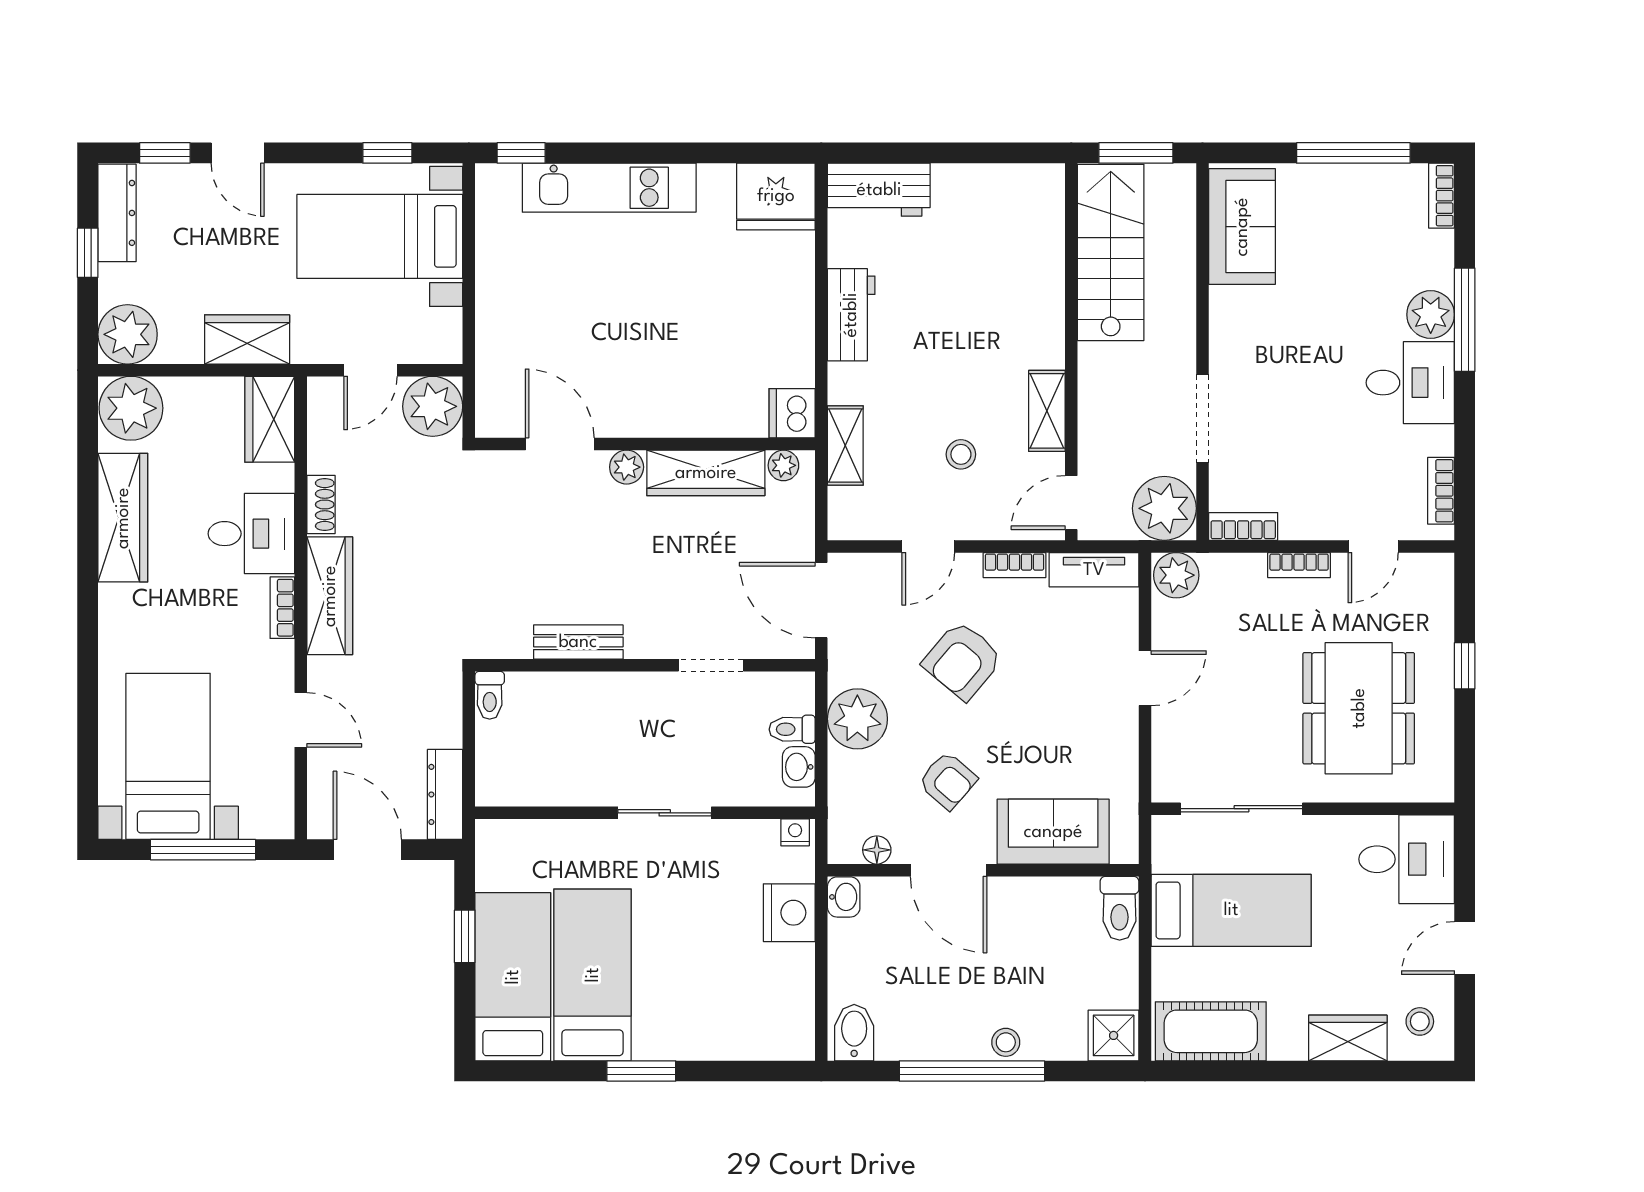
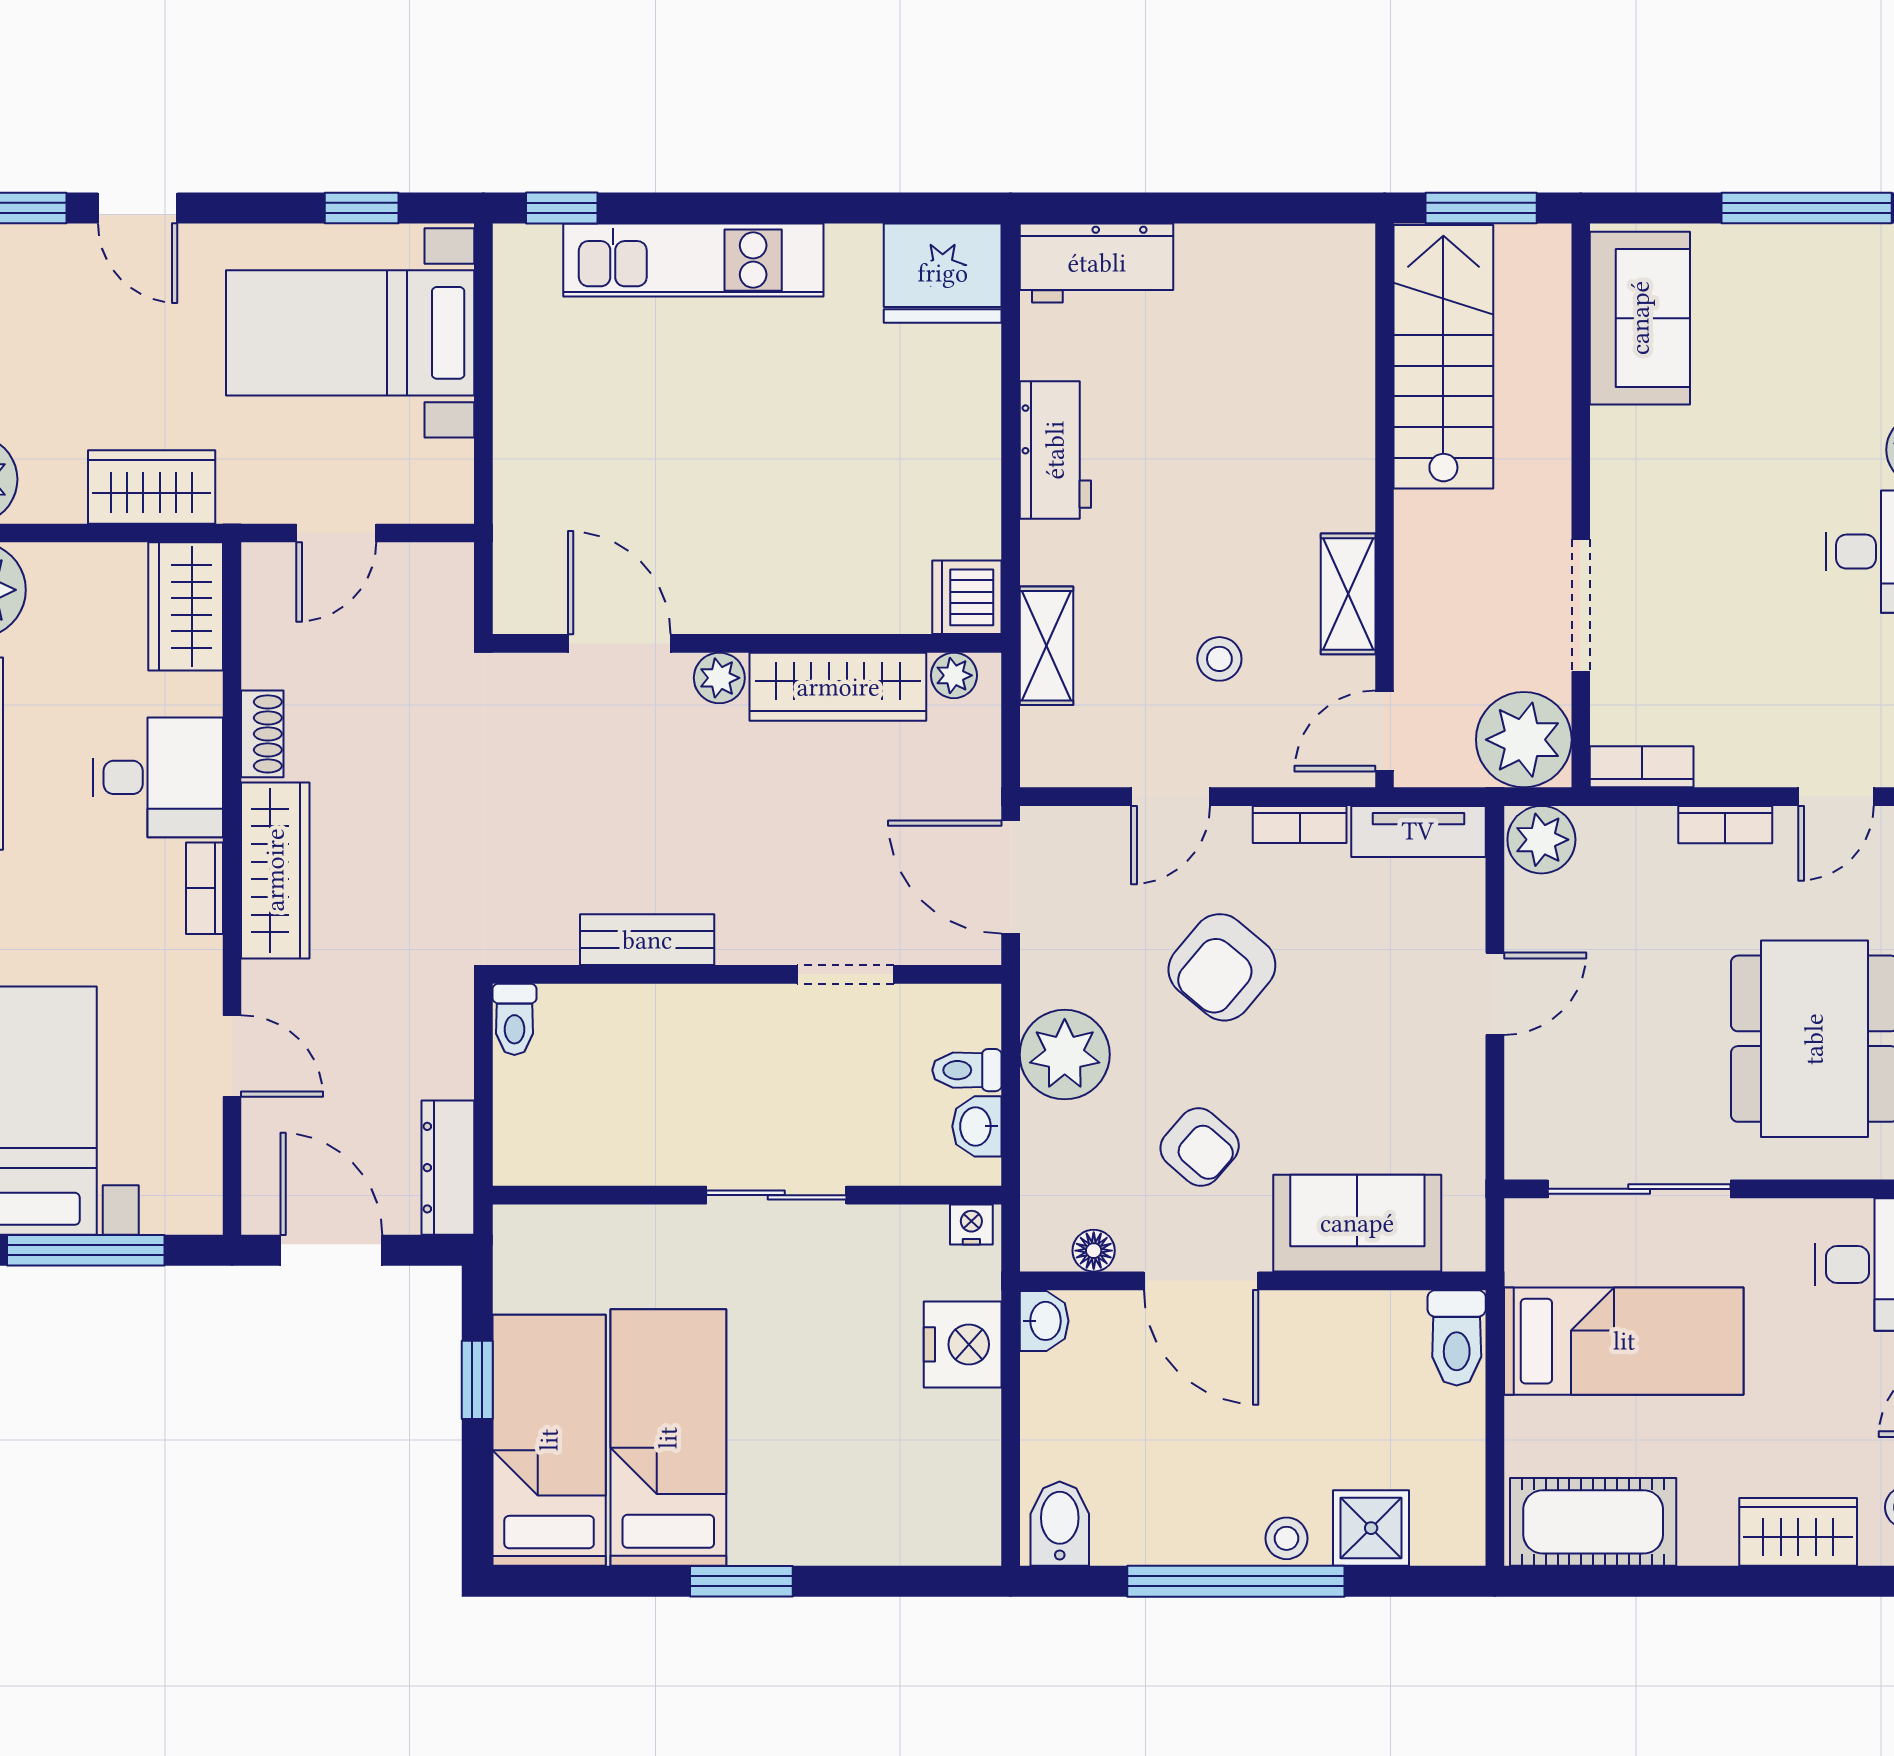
plant: (433, 406) -> (429, 587), removed
shower: (1114, 1035) -> (1371, 1528), moved

